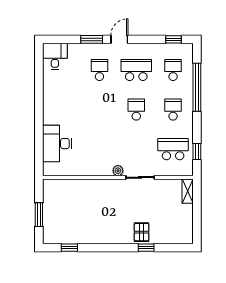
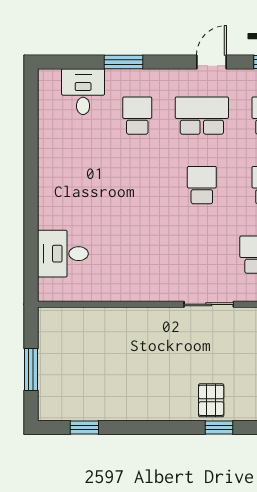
door: (119, 39) -> (211, 62), moved
desk: (55, 56) -> (83, 92), moved
desk: (57, 144) -> (63, 254), width x0.73
plant: (118, 171) -> (170, 292), removed

